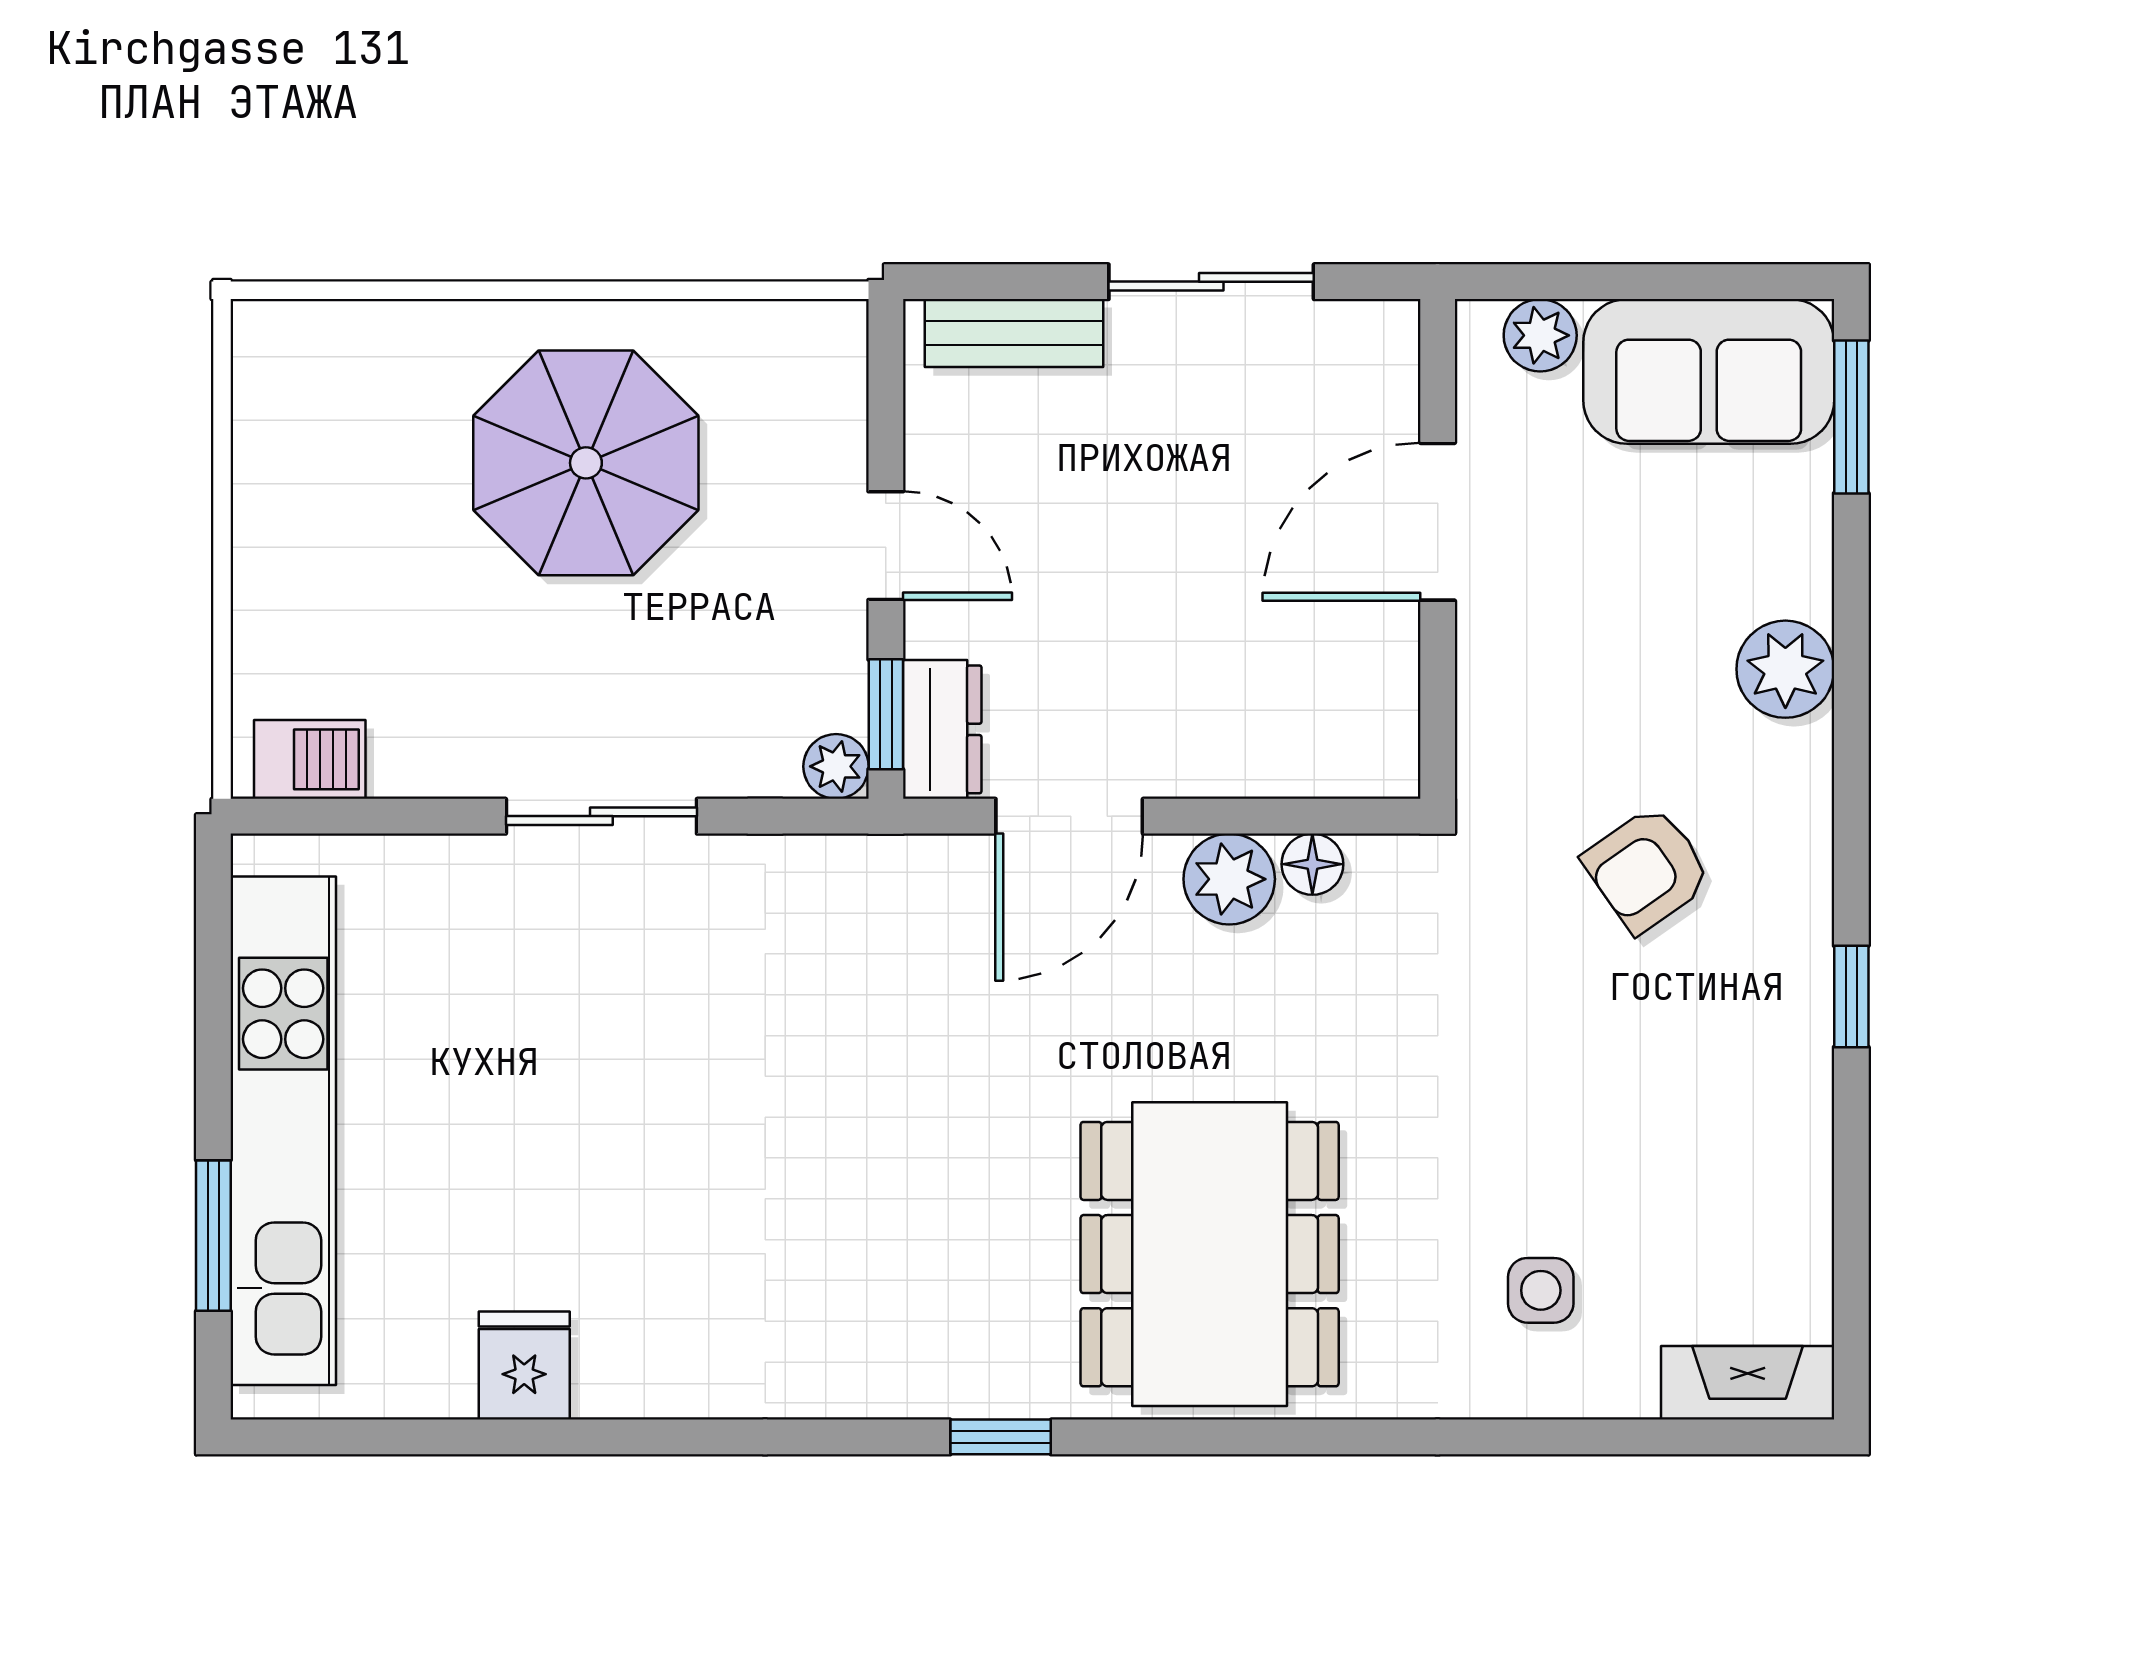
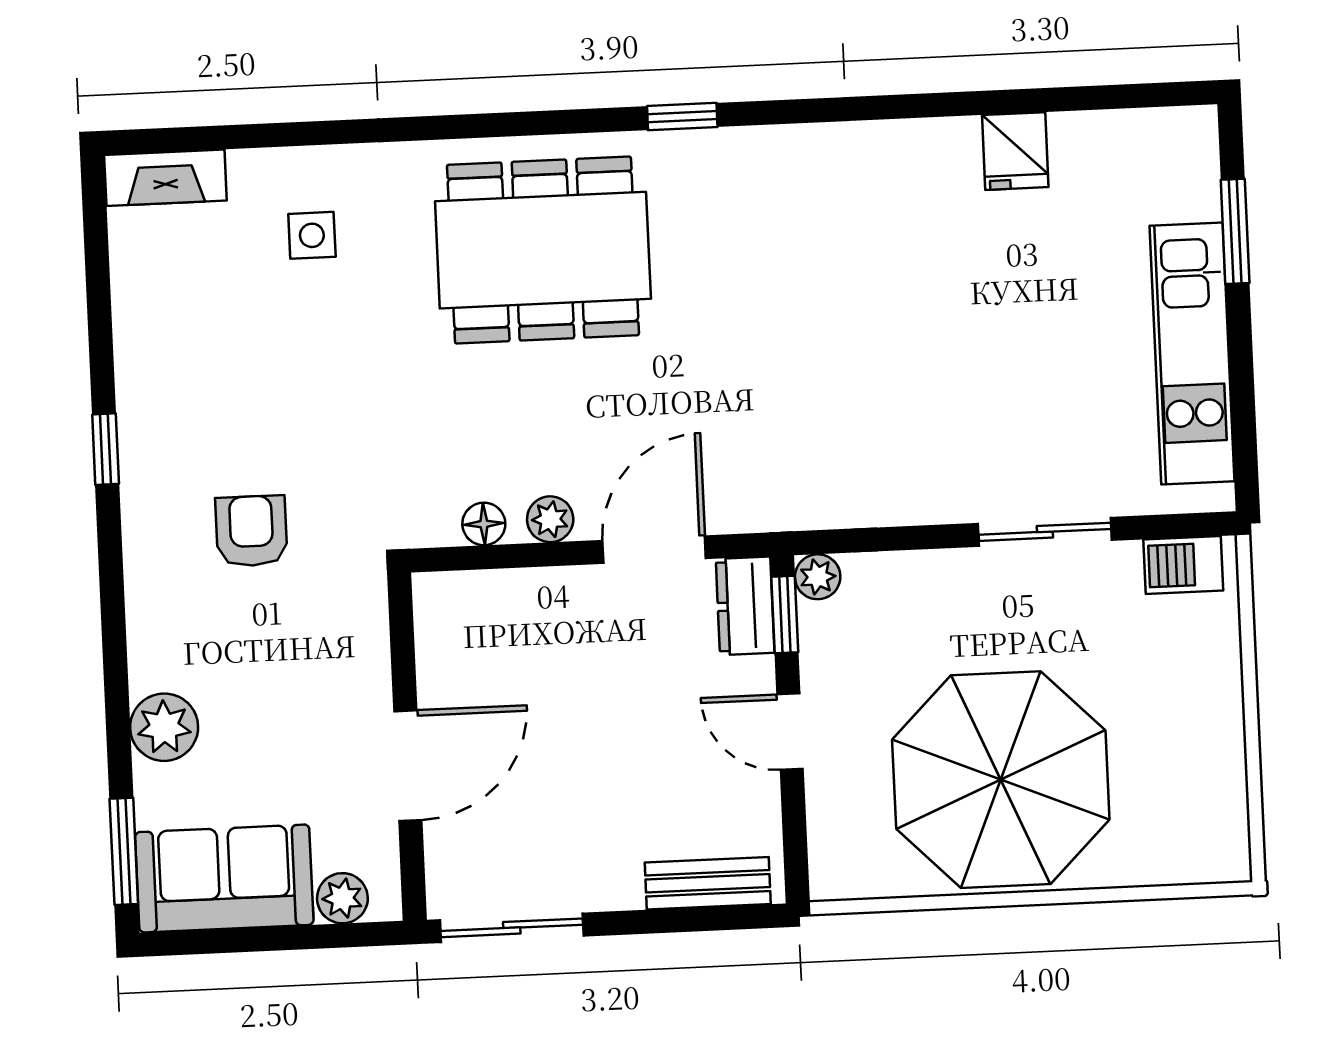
sliding door: (1211, 282) -> (512, 928), moved
parasol: (586, 463) -> (1001, 780), width x1.36, depth x1.36
plant: (1785, 669) -> (164, 727), moved
sliding door: (601, 816) -> (1045, 532), moved
armchair: (1647, 869) -> (251, 531), turned -55
plant: (1229, 879) -> (550, 519), width x0.73, depth x0.73
kitchen unit: (283, 1131) -> (1192, 354), width x0.73
dining table: (1210, 1254) -> (543, 250), turned 90

